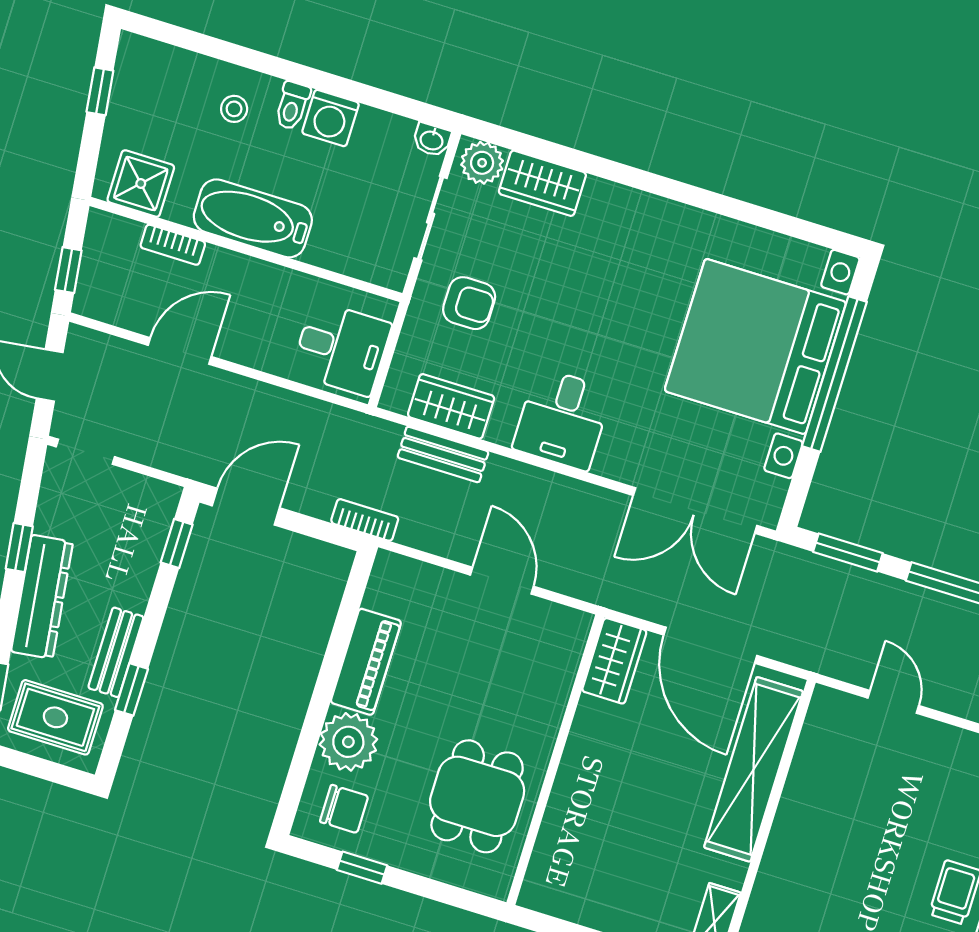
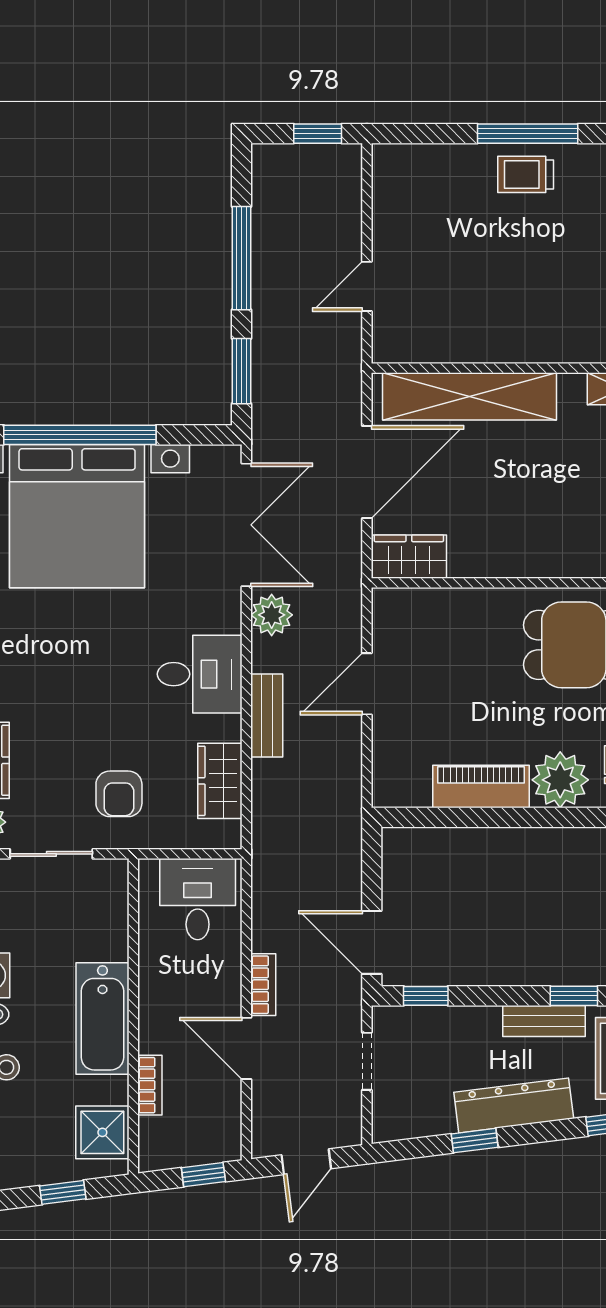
window: (100, 91) -> (63, 1192), moved
armchair: (469, 303) -> (119, 794), turned 180
doorway: (85, 452) -> (367, 1061), moved
bench: (443, 454) -> (267, 715), moved
plant: (599, 508) -> (272, 615), added
bookcase: (365, 520) -> (263, 985), moved, turned 180

